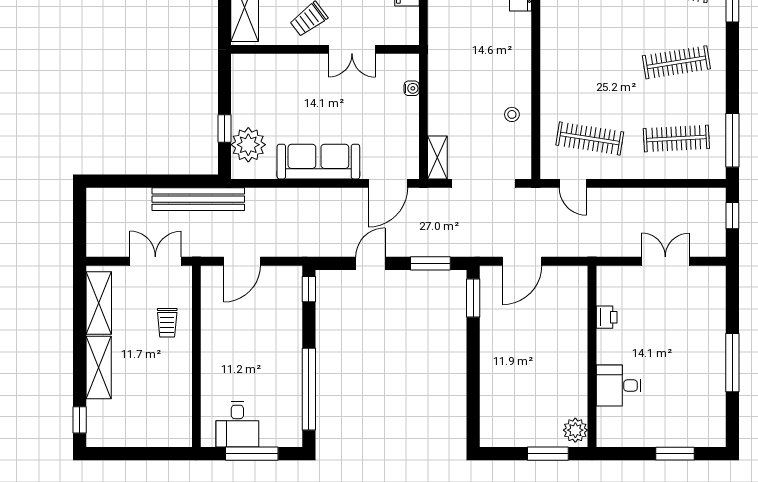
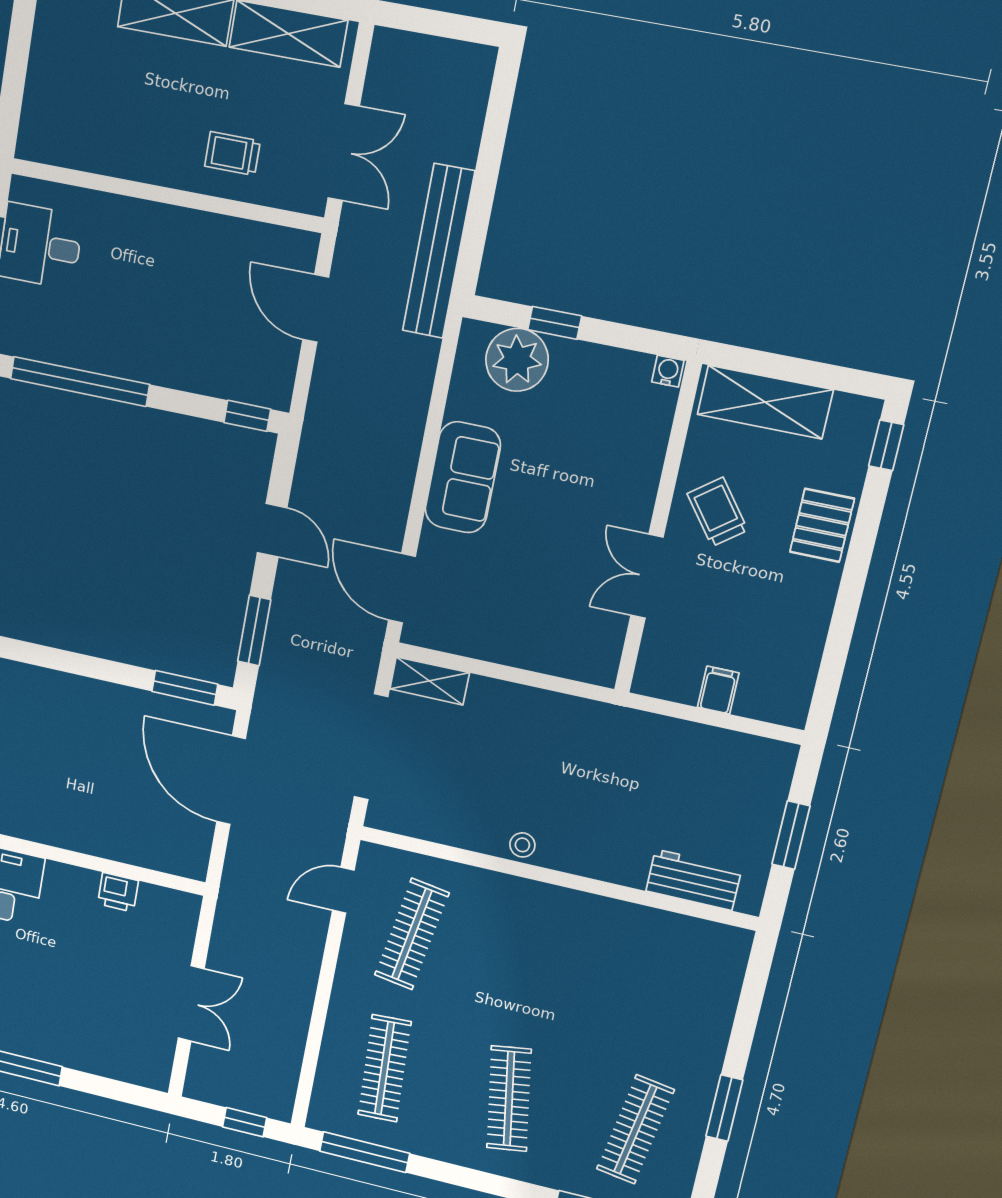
water cooler: (412, 88) -> (668, 371), moved, turned 180
stool: (512, 114) -> (522, 845), moved
sofa: (318, 162) -> (463, 477), width x0.73
door: (522, 261) -> (231, 780), width x1.36

